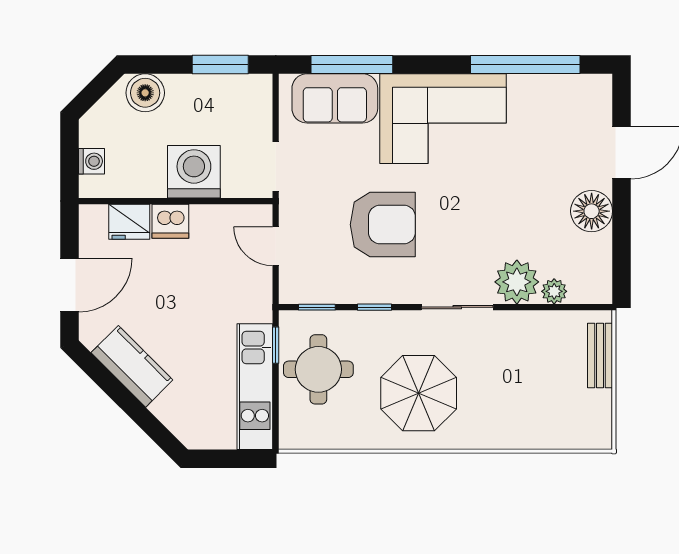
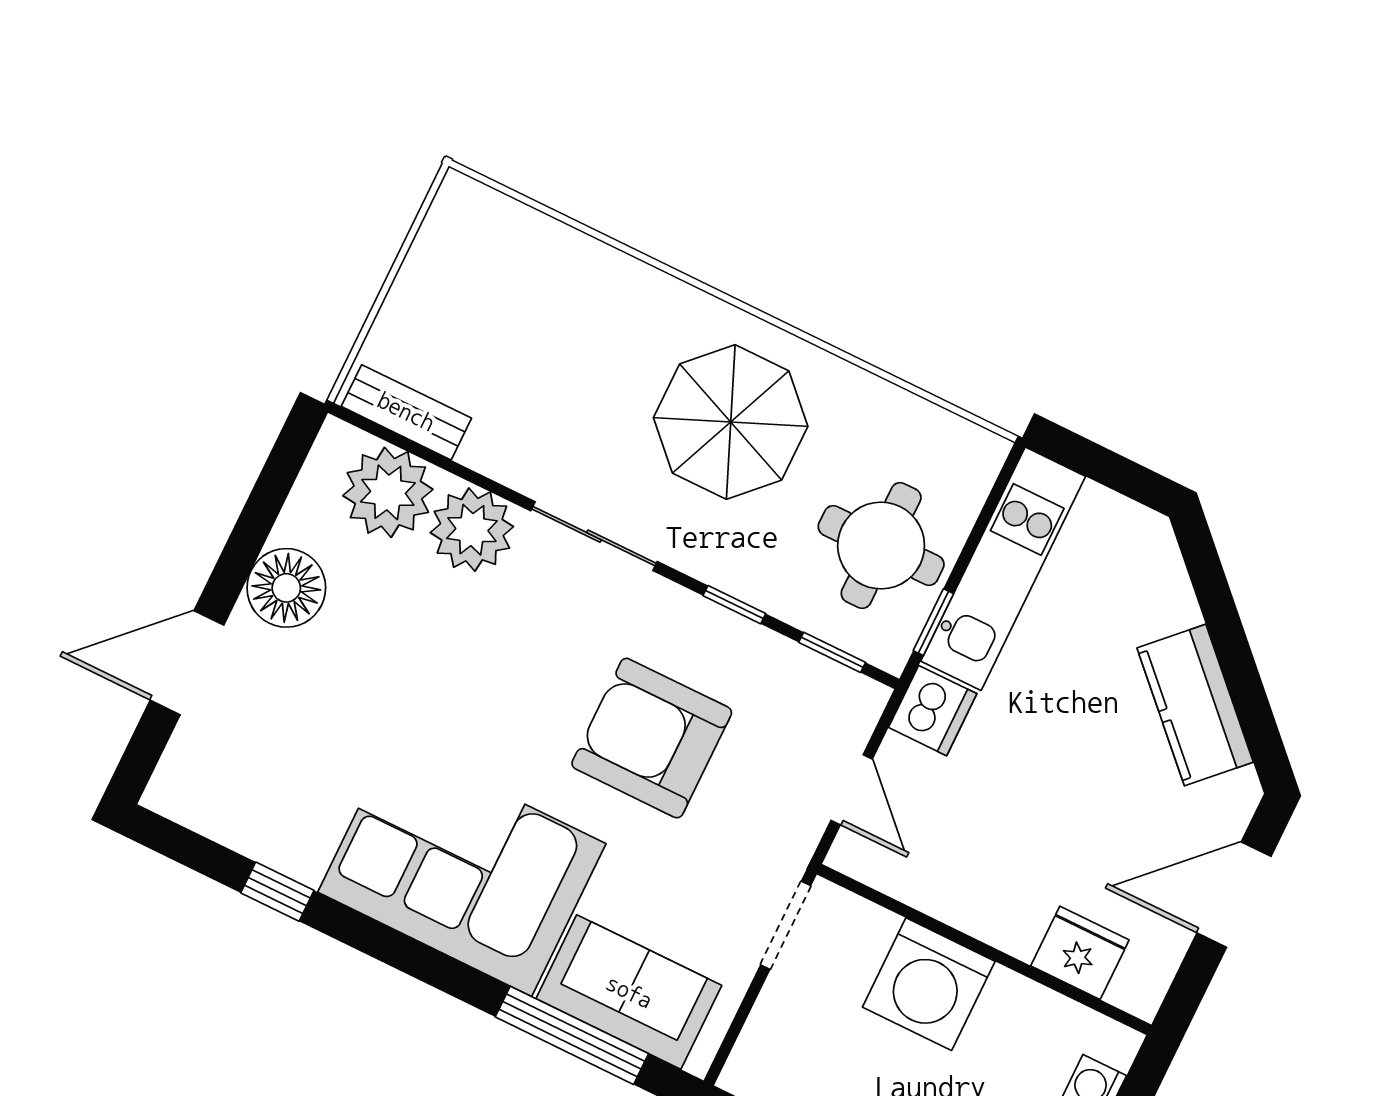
window: (525, 65) -> (277, 892), width x0.32
dishwasher: (170, 221) -> (933, 711), moved, turned 90
plant: (554, 291) -> (388, 492), width x1.88, depth x1.88
bench: (600, 356) -> (406, 412), moved, turned 90

